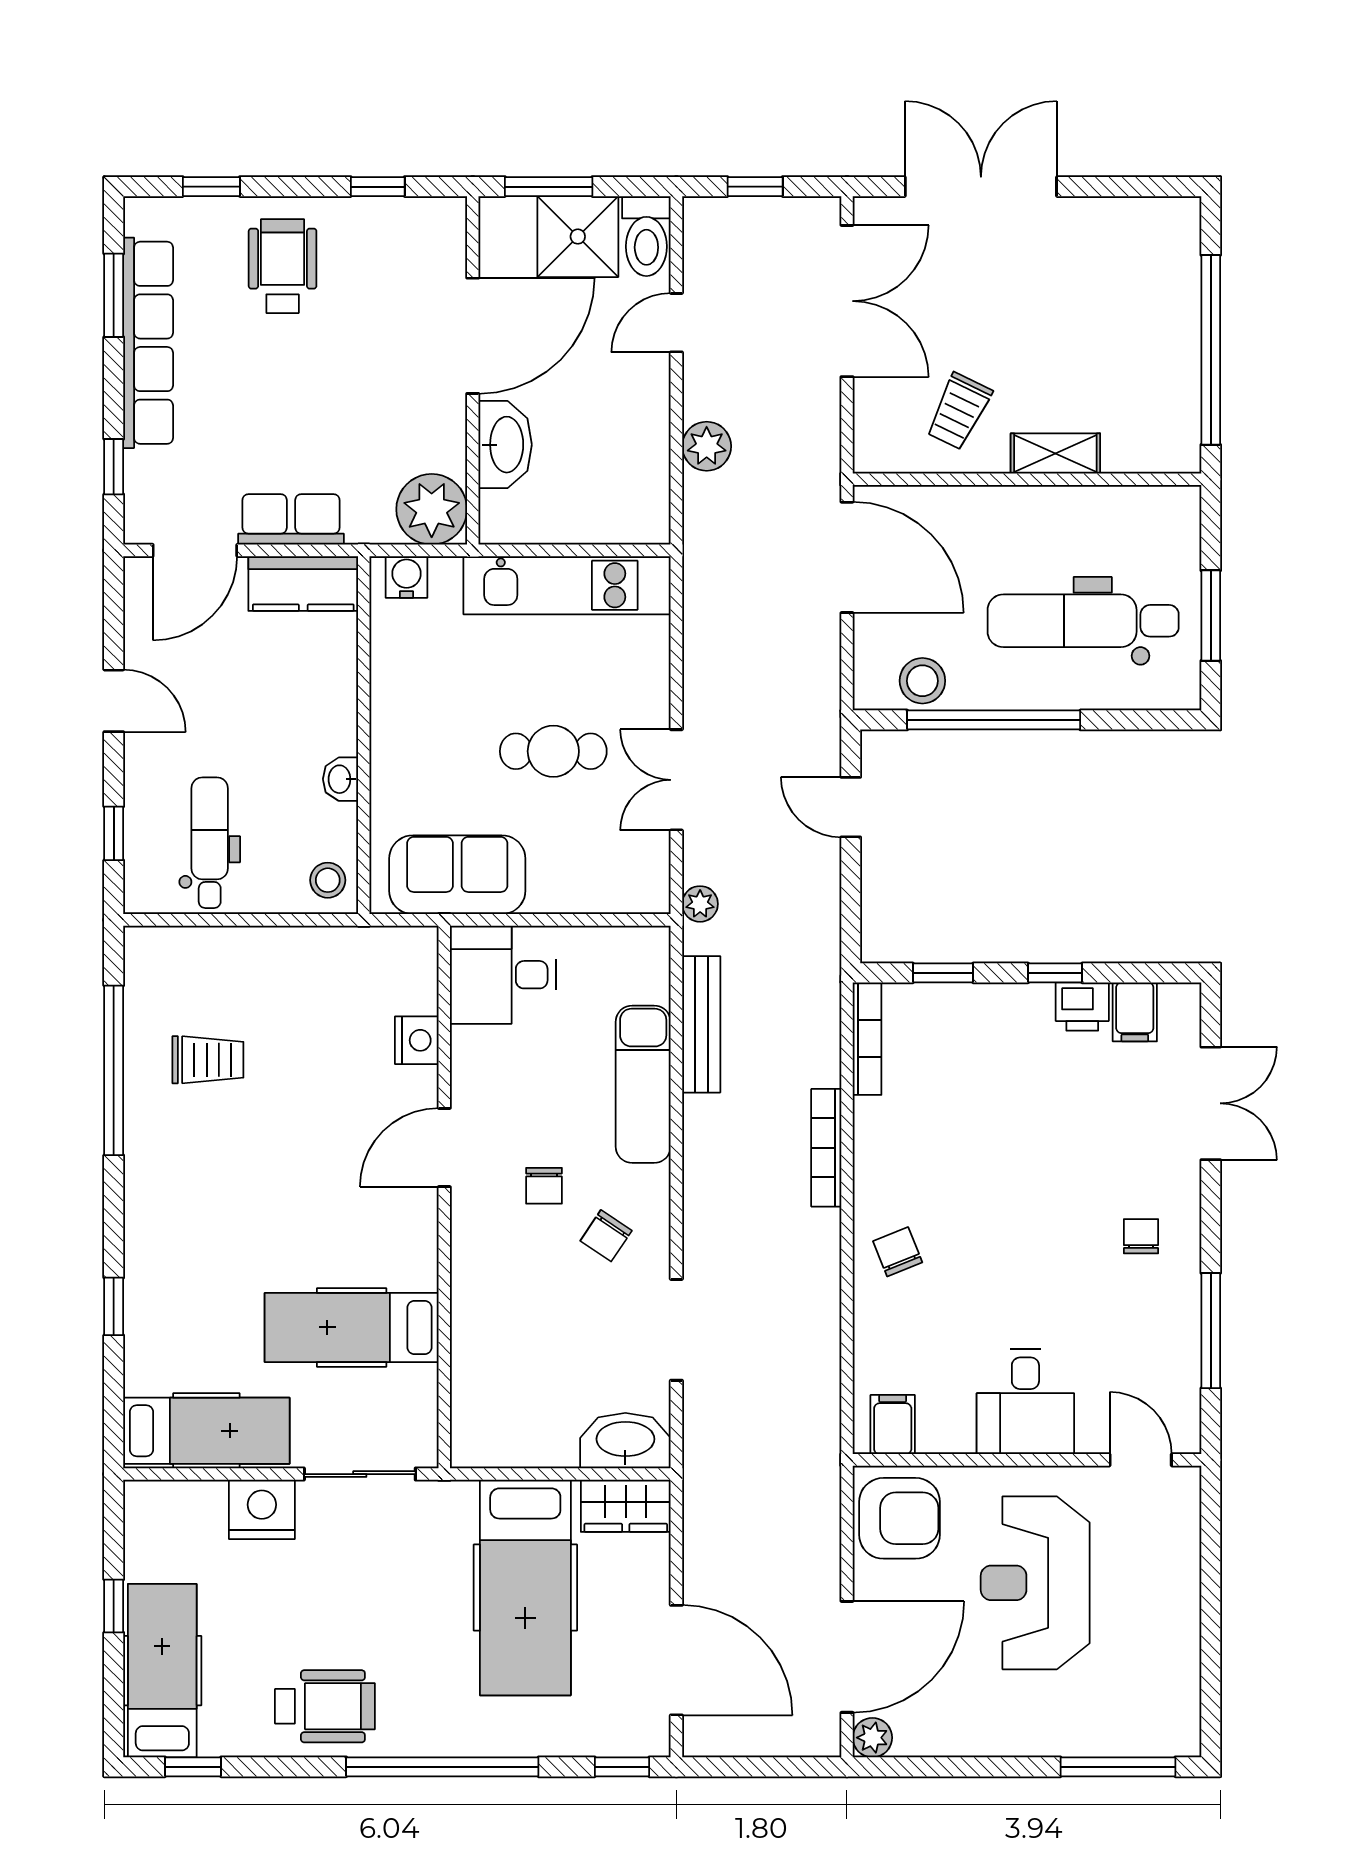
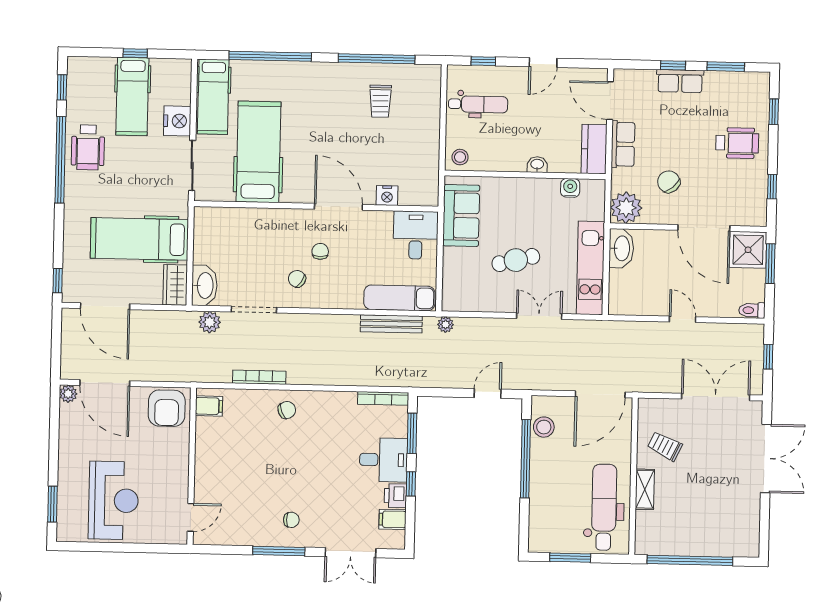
toilet: (646, 236) -> (752, 310), width x0.73, depth x0.72
shower: (578, 237) -> (748, 250), moved
double door: (847, 301) -> (716, 397), swing flipped
door: (676, 323) -> (683, 319), moved
row of seats: (148, 343) -> (680, 81), width x0.50
chair: (372, 416) -> (669, 182), added
washbasin: (505, 445) -> (621, 248), moved, turned -90
plant: (707, 446) -> (210, 322), moved
window: (114, 467) -> (673, 65), moved
water cooler: (407, 577) -> (570, 188), moved, turned -90
dental chair: (1083, 621) -> (604, 507), moved
cafe table: (553, 751) -> (516, 260), turned 76
washbasin: (340, 779) -> (537, 165), moved
double door: (676, 780) -> (539, 316), moved
window: (943, 973) -> (412, 433), width x1.50
exam couch: (643, 1084) -> (399, 298), moved
door: (444, 1147) -> (338, 207), width x1.36
bookcase: (826, 1148) -> (259, 377), moved
chair: (544, 1186) -> (320, 251), turned 90
window: (114, 1306) -> (270, 56), width x3.17
hospital bed: (352, 1327) -> (259, 152), width x1.37, depth x1.29
window: (1211, 1331) -> (279, 551), moved
desk: (1025, 1402) -> (383, 460), moved, turned 180
reception desk: (1035, 1583) -> (113, 500), moved, turned 90
door: (676, 1660) -> (105, 306), hinge flipped
hospital bed: (162, 1671) -> (132, 96), moved, turned 90
window: (442, 1767) -> (60, 160), moved
window: (1118, 1767) -> (53, 504), width x0.69

